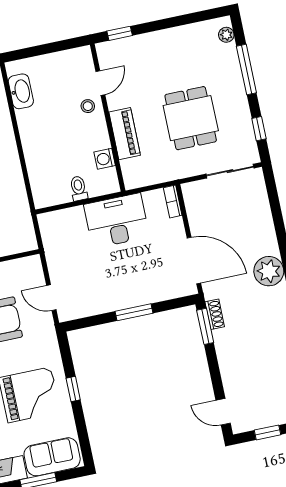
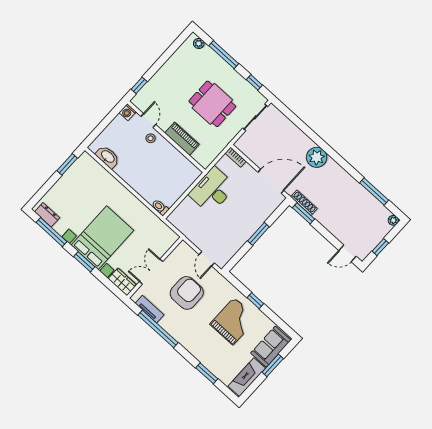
washing machine: (105, 159) -> (128, 112), moved
toilet: (79, 188) -> (160, 207), moved
door: (51, 298) -> (207, 259), hinge flipped
shoe rack: (215, 314) -> (304, 203), width x1.43

